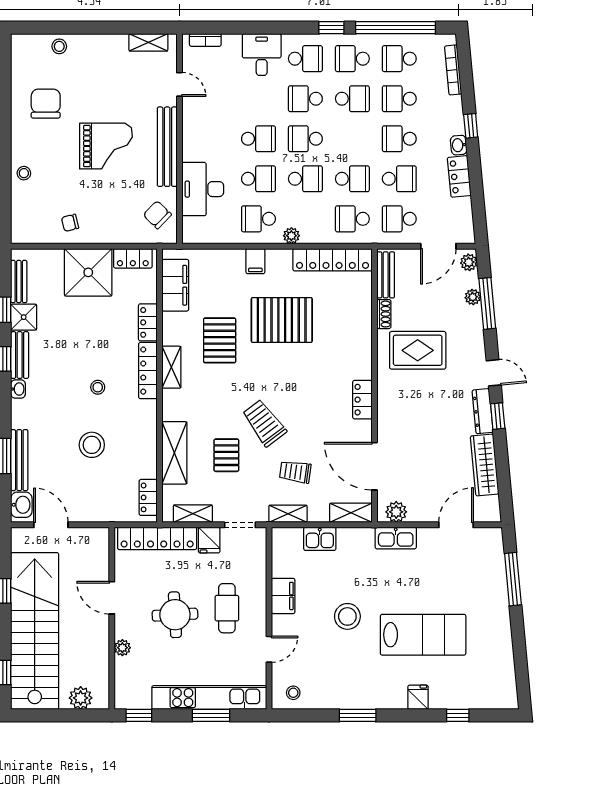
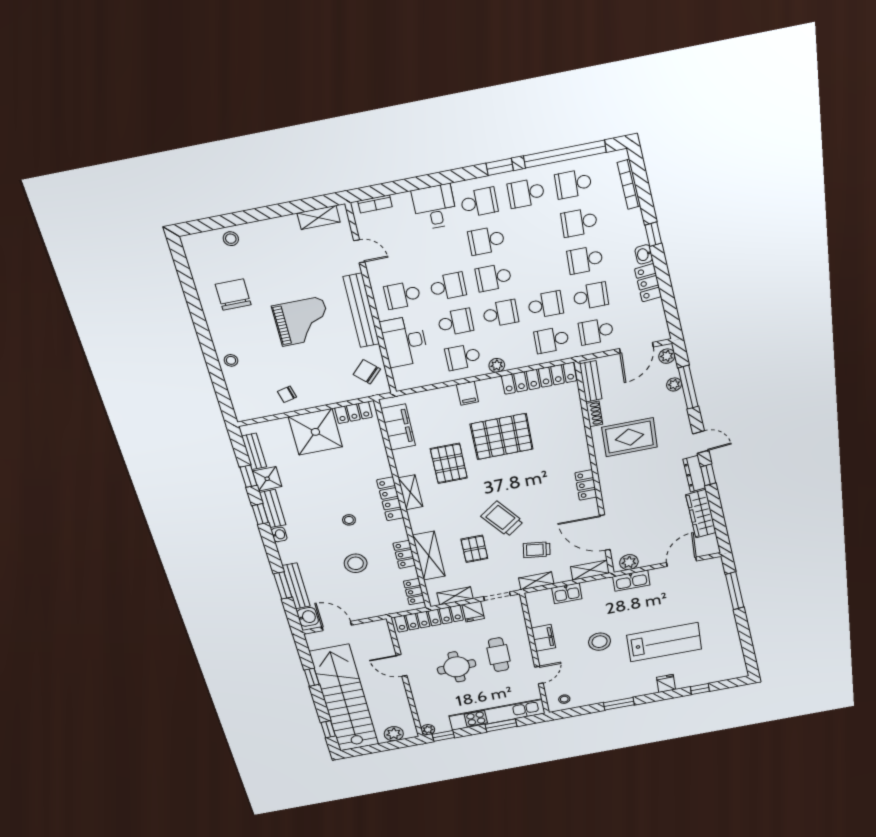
school desk: (352, 99) -> (402, 295), moved, turned 180
locker: (148, 322) -> (404, 554), moved
plant: (122, 648) -> (428, 730), moved

